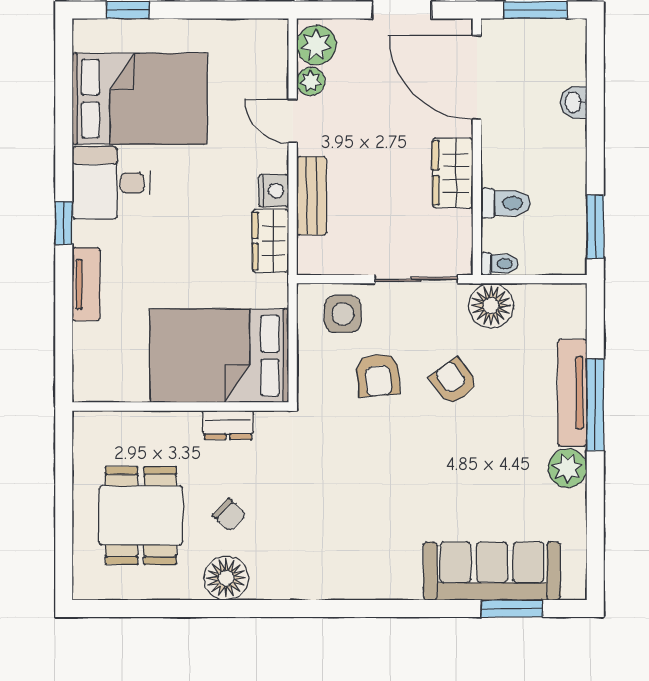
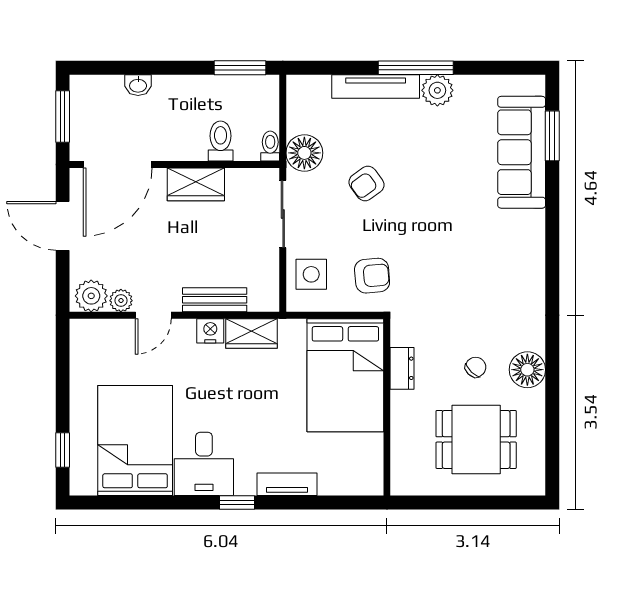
armchair: (378, 375) -> (372, 276), moved
window: (595, 405) -> (416, 68), moved

